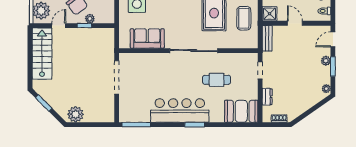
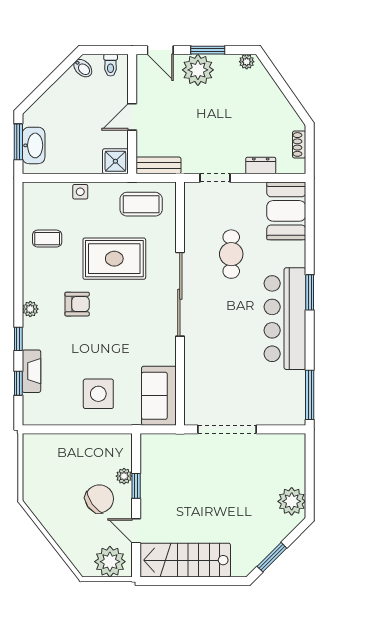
coffee table: (244, 18) -> (141, 204), moved
sofa: (147, 39) -> (159, 396), moved
plant: (326, 61) -> (198, 70), width x1.87, depth x1.87

